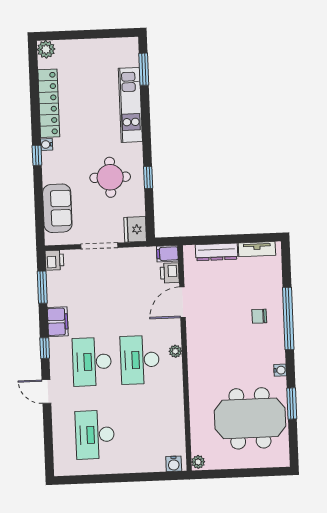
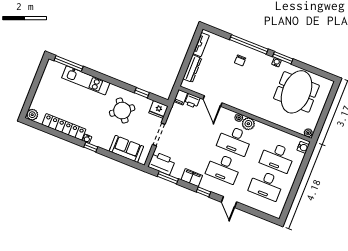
window: (144, 69) -> (69, 64), width x1.44
round table: (110, 177) -> (122, 111), turned -37
window: (148, 177) -> (142, 93), moved
printer: (54, 260) -> (162, 163), width x1.87, depth x1.48
plant: (173, 369) -> (248, 124), added
door: (46, 391) -> (229, 202), hinge flipped
window: (292, 404) -> (283, 58), moved
desk: (143, 433) -> (277, 157), added

